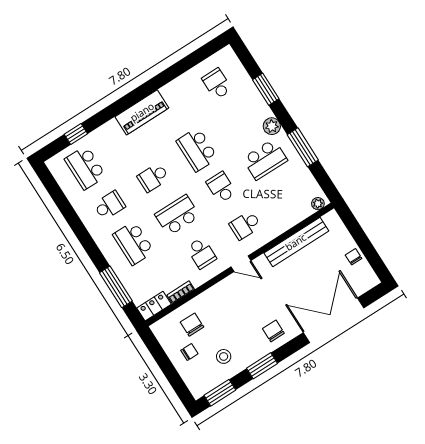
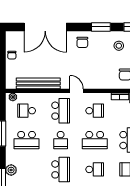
plant: (272, 126) -> (11, 170), moved
school desk: (265, 159) -> (27, 140), turned 180
school desk: (289, 197) -> (27, 111), added
school desk: (245, 225) -> (61, 111), width x1.85
school desk: (201, 253) -> (95, 111), turned 90

